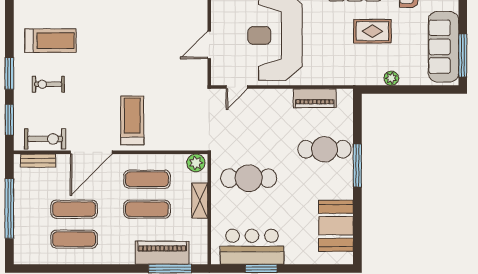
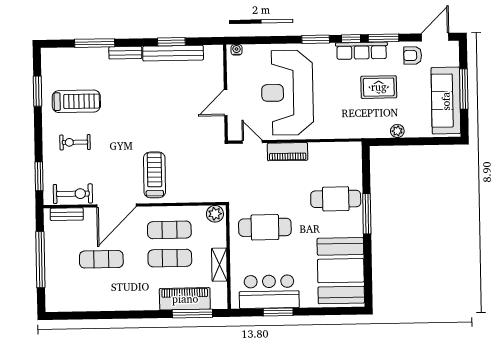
window: (463, 55) -> (464, 89), moved
window: (9, 73) -> (37, 91), moved
door: (237, 87) -> (252, 142), swing flipped
piano: (315, 98) -> (288, 152), moved
shelving: (200, 201) -> (219, 265), moved
booth: (336, 226) -> (341, 271), width x1.36, depth x1.42
exercise mat: (74, 239) -> (102, 287), removed

